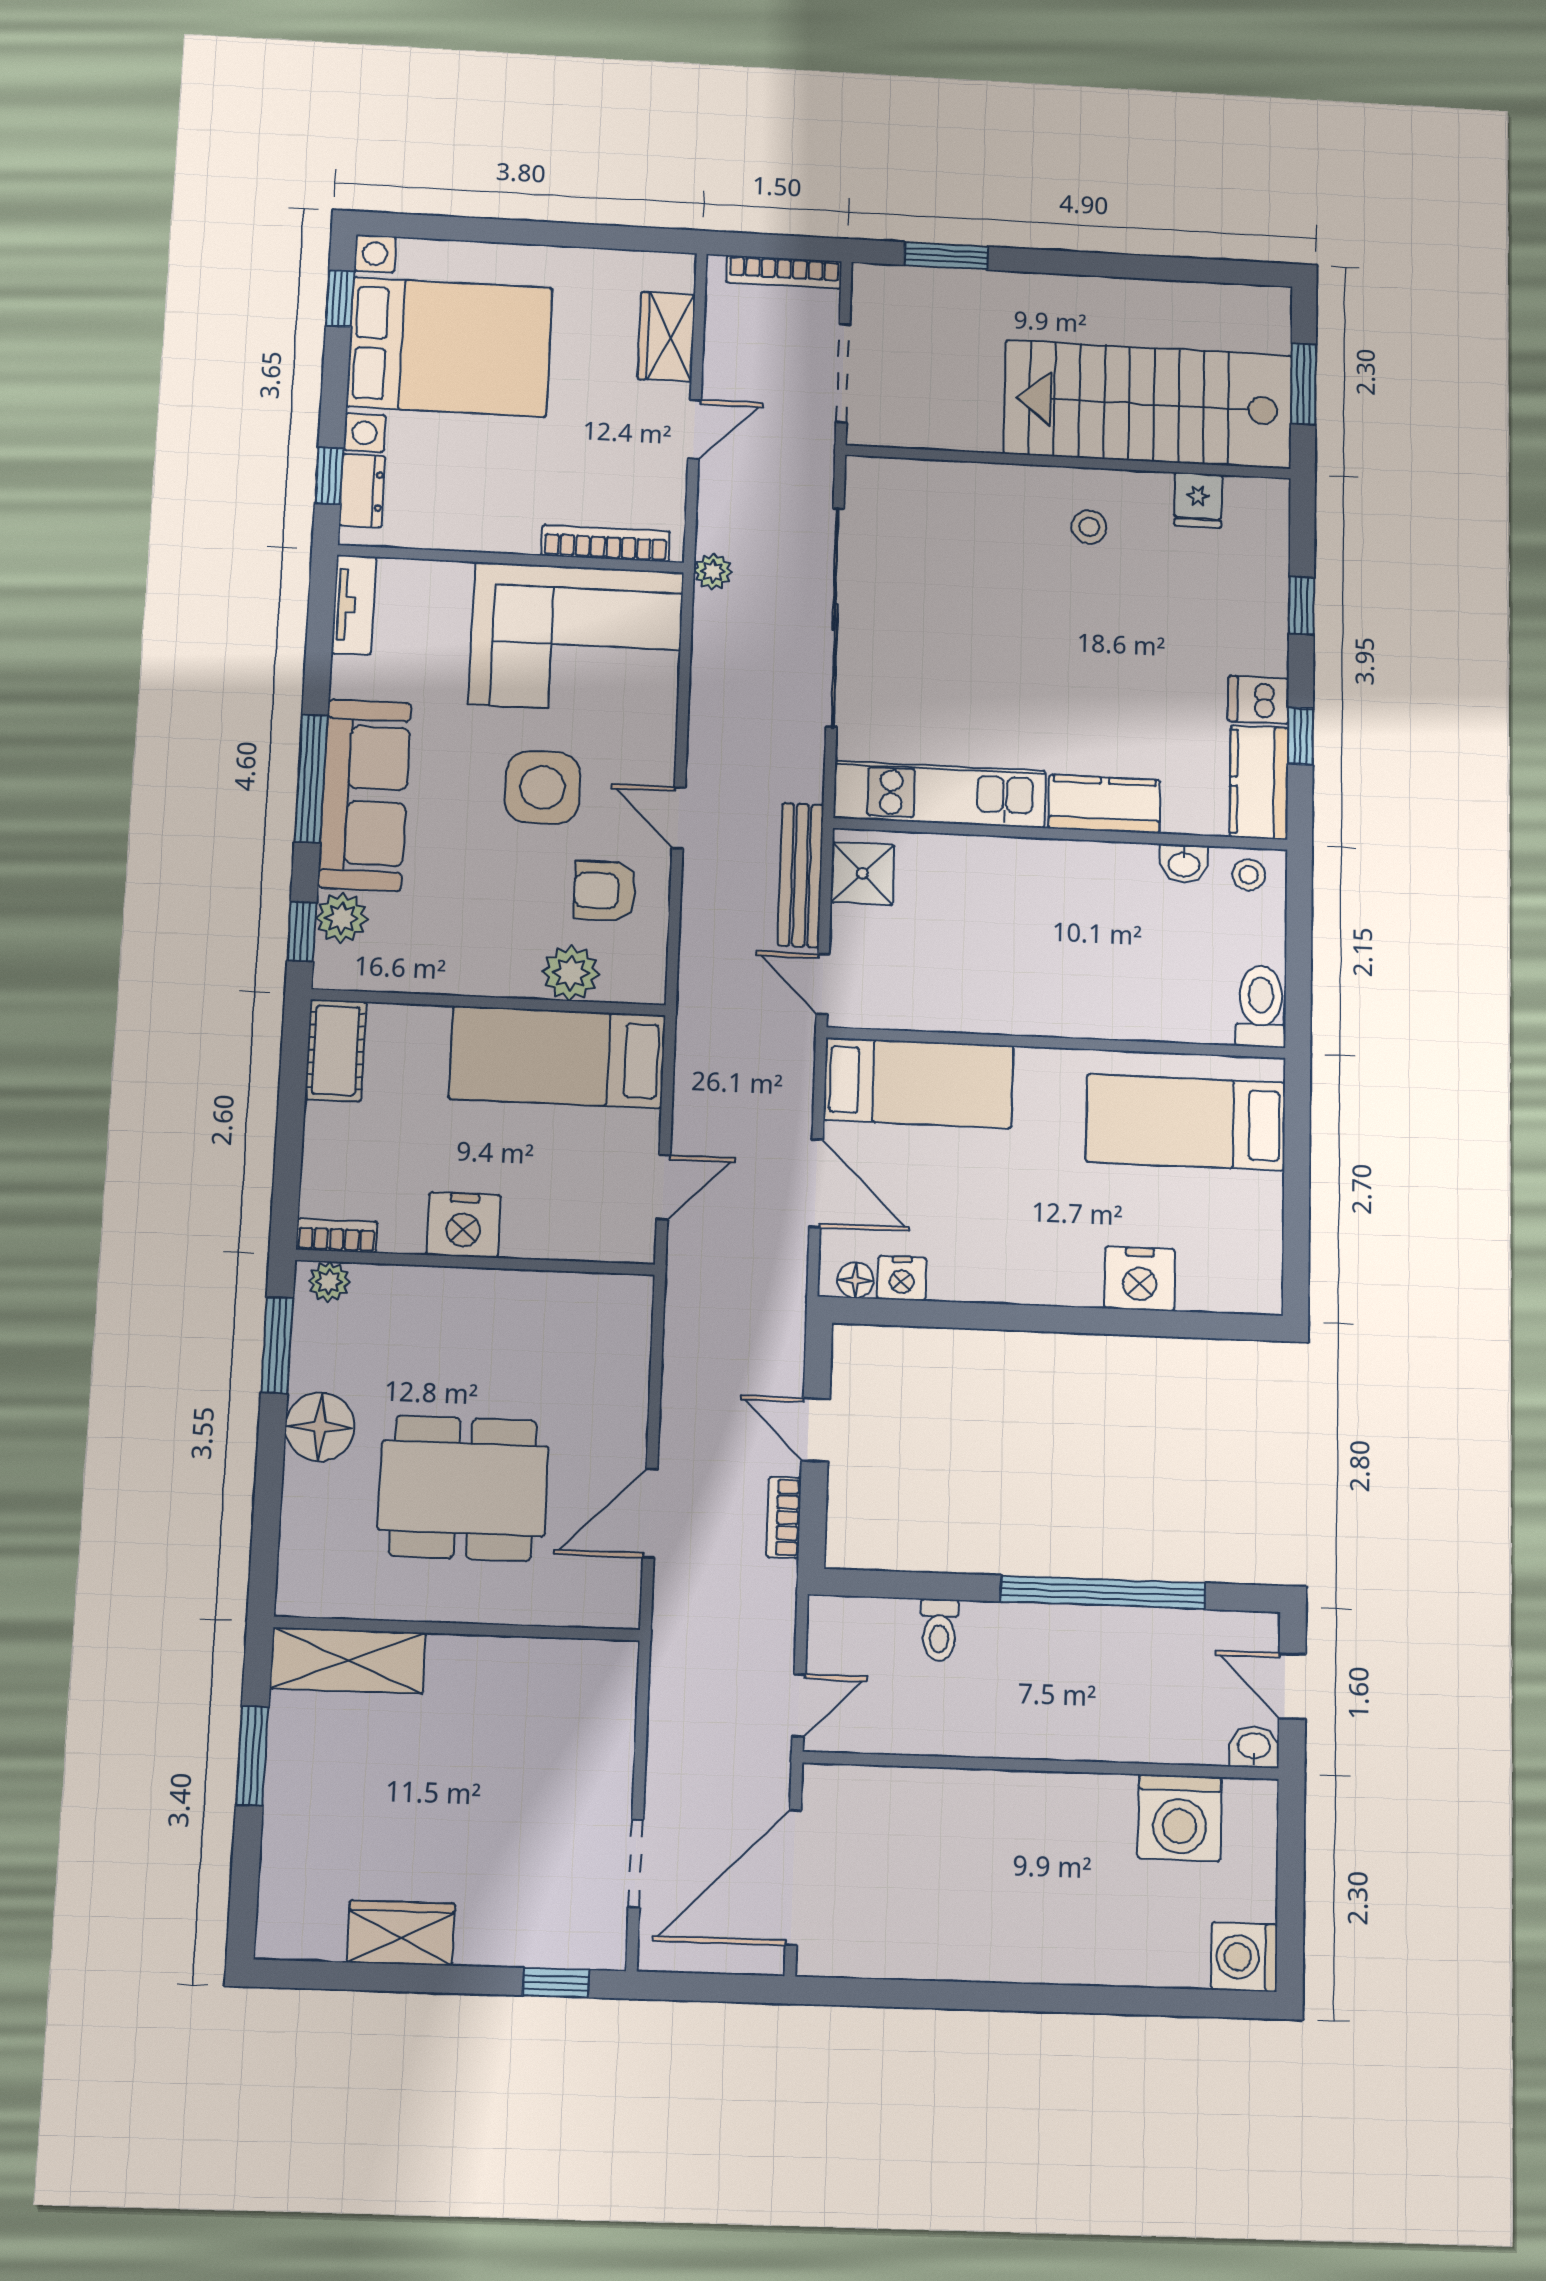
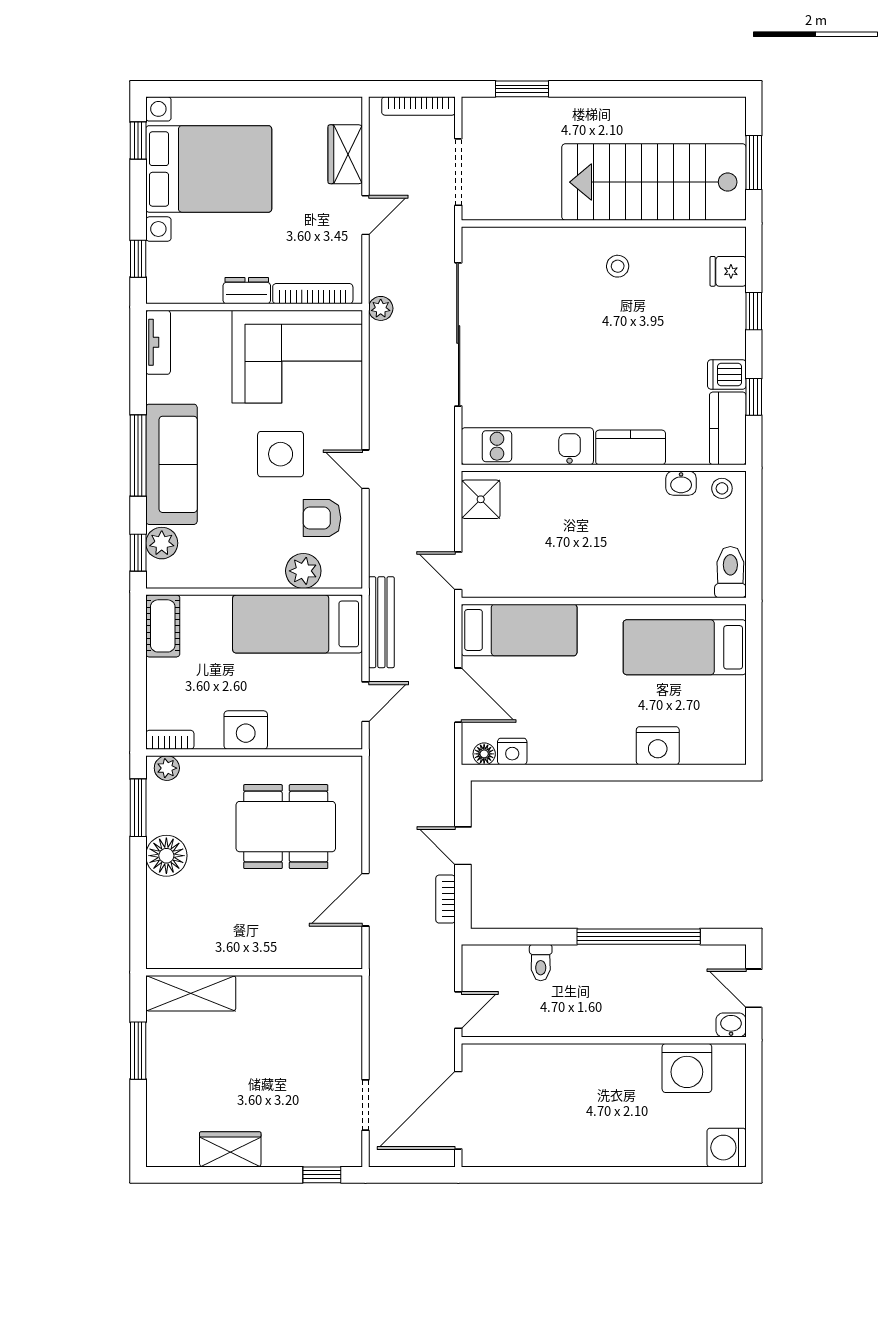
dresser: (362, 491) -> (247, 291), moved, turned -90
fridge: (1198, 500) -> (728, 271), moved, turned 90
bench: (801, 875) -> (381, 622), moved
dining table: (463, 1488) -> (286, 827), moved

